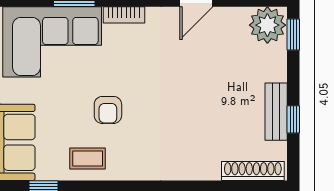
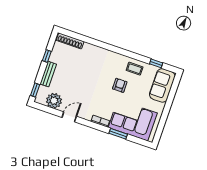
plant: (267, 25) -> (54, 101), moved
bench: (276, 112) -> (48, 74), moved

